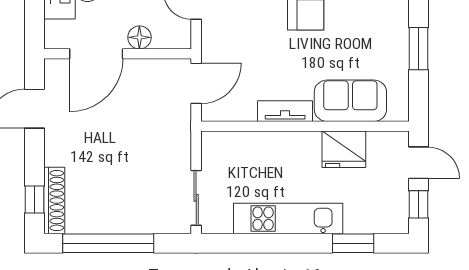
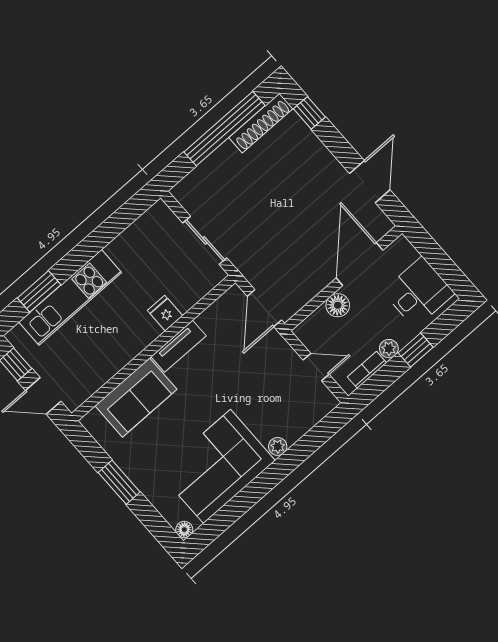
fridge: (344, 149) -> (165, 313), moved, width x0.53, depth x0.75
sliding door: (196, 198) -> (205, 240), moved
shoe rack: (54, 200) -> (261, 123), moved, turned -90
kitchen unit: (288, 219) -> (70, 297), moved

